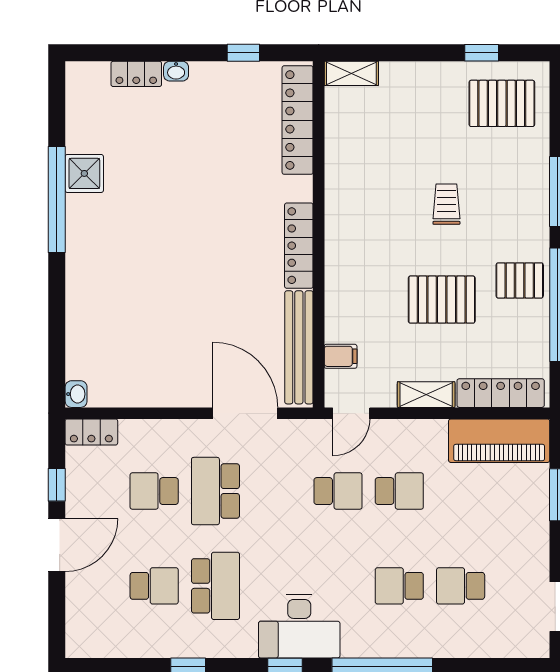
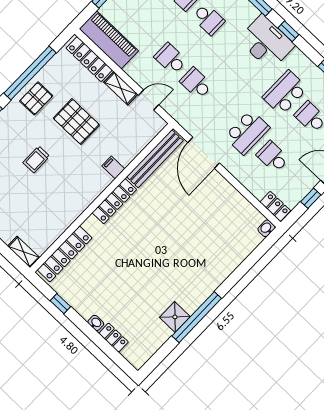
pallet: (520, 280) -> (36, 98), turned 90
filing cabinet: (341, 356) -> (113, 167), moved
door: (351, 413) -> (149, 100), moved
school desk: (154, 491) -> (273, 157), turned 180

